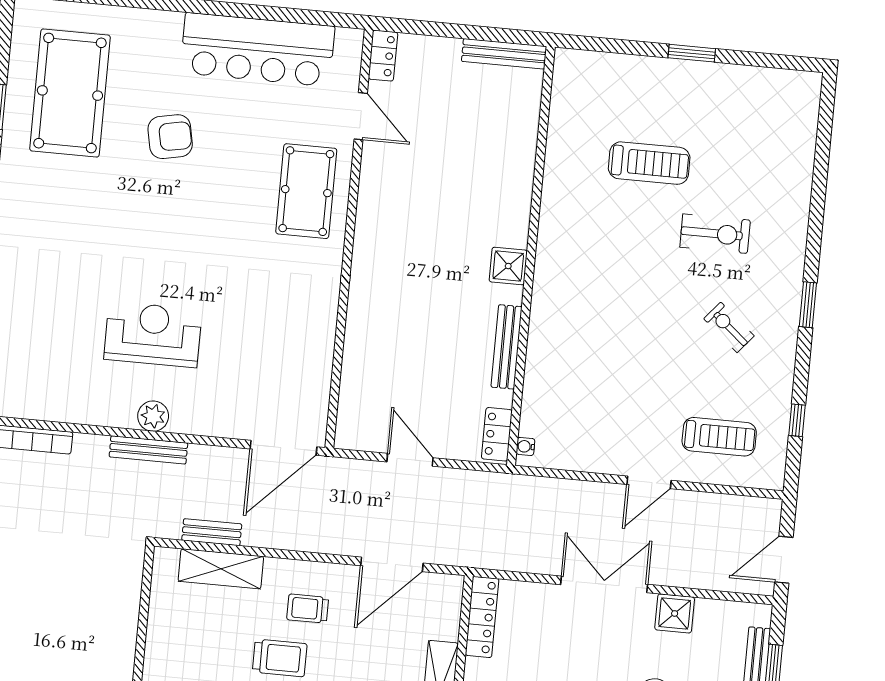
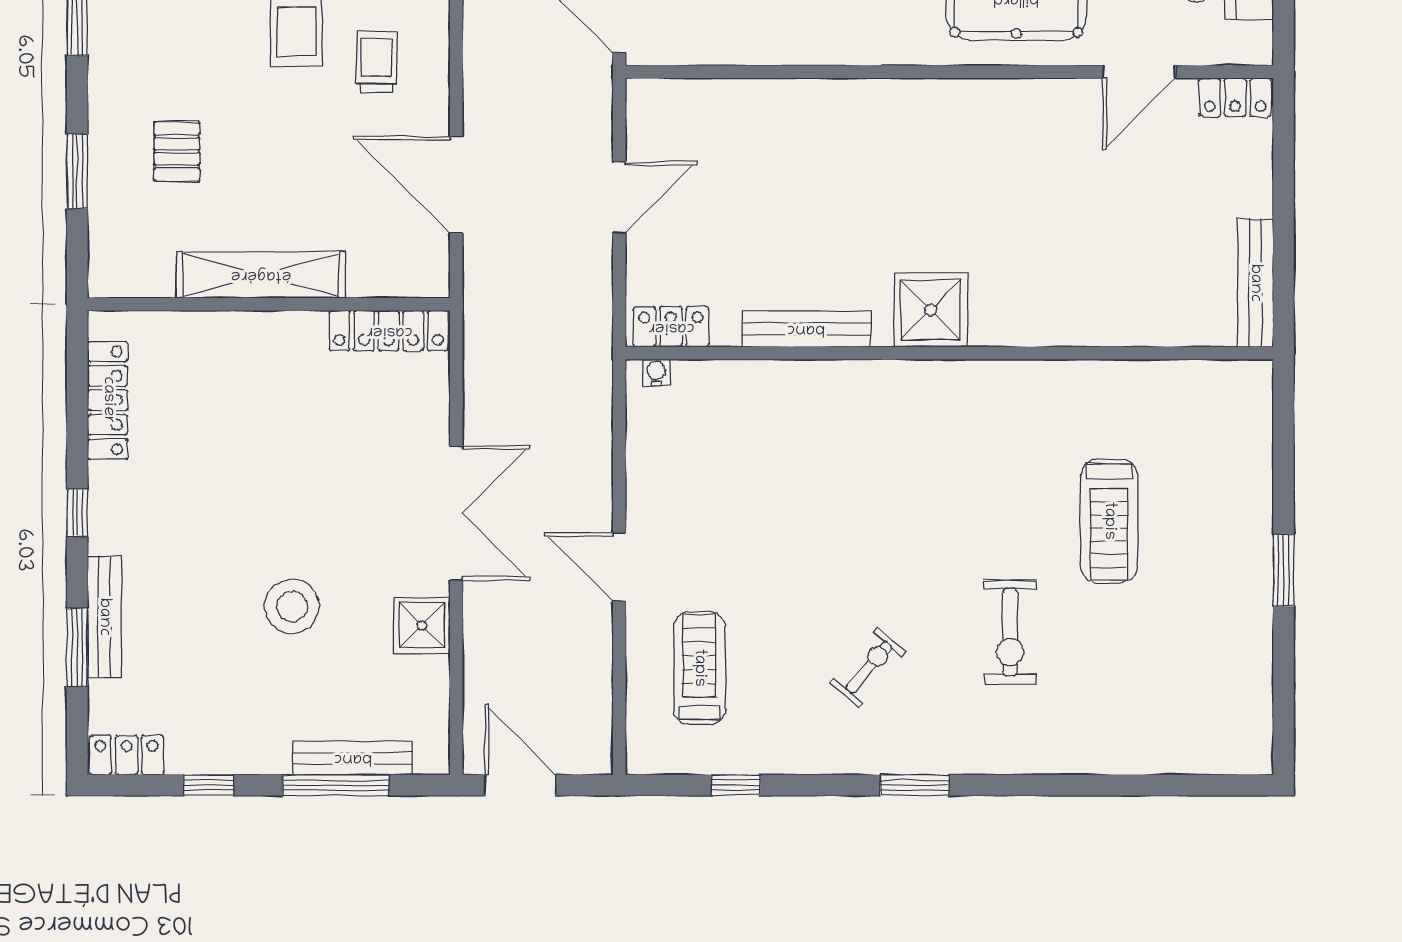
shower: (508, 266) -> (931, 310), width x1.36, depth x1.36
treadmill: (719, 437) -> (699, 668), turned 180

